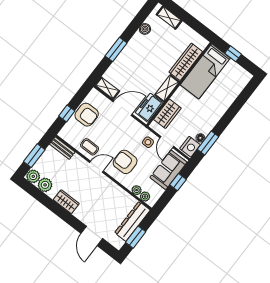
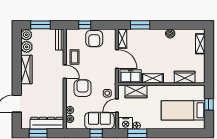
boiler: (145, 29) -> (170, 34), moved
window: (116, 49) -> (140, 25), moved
wardrobe: (186, 62) -> (185, 77), width x0.67
bed: (205, 71) -> (183, 110), moved
wardrobe: (66, 202) -> (26, 69), width x1.50

